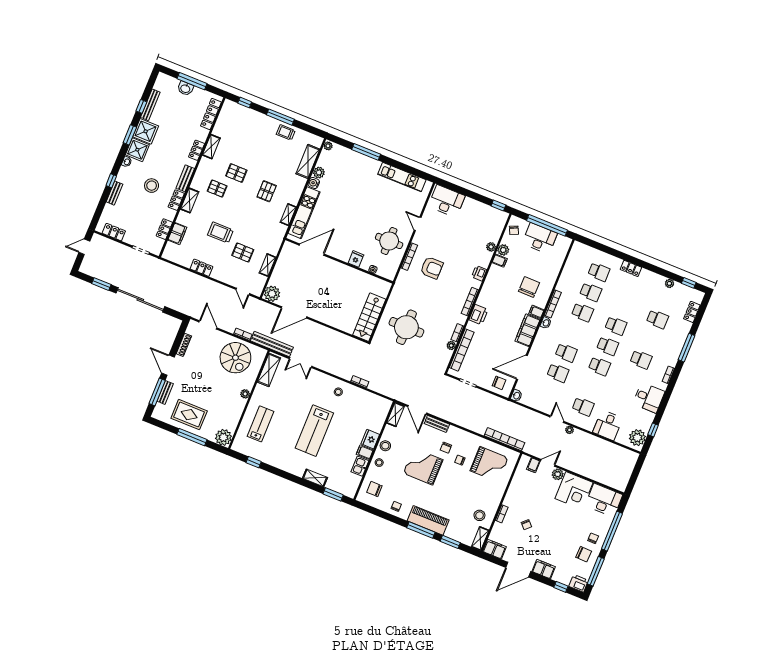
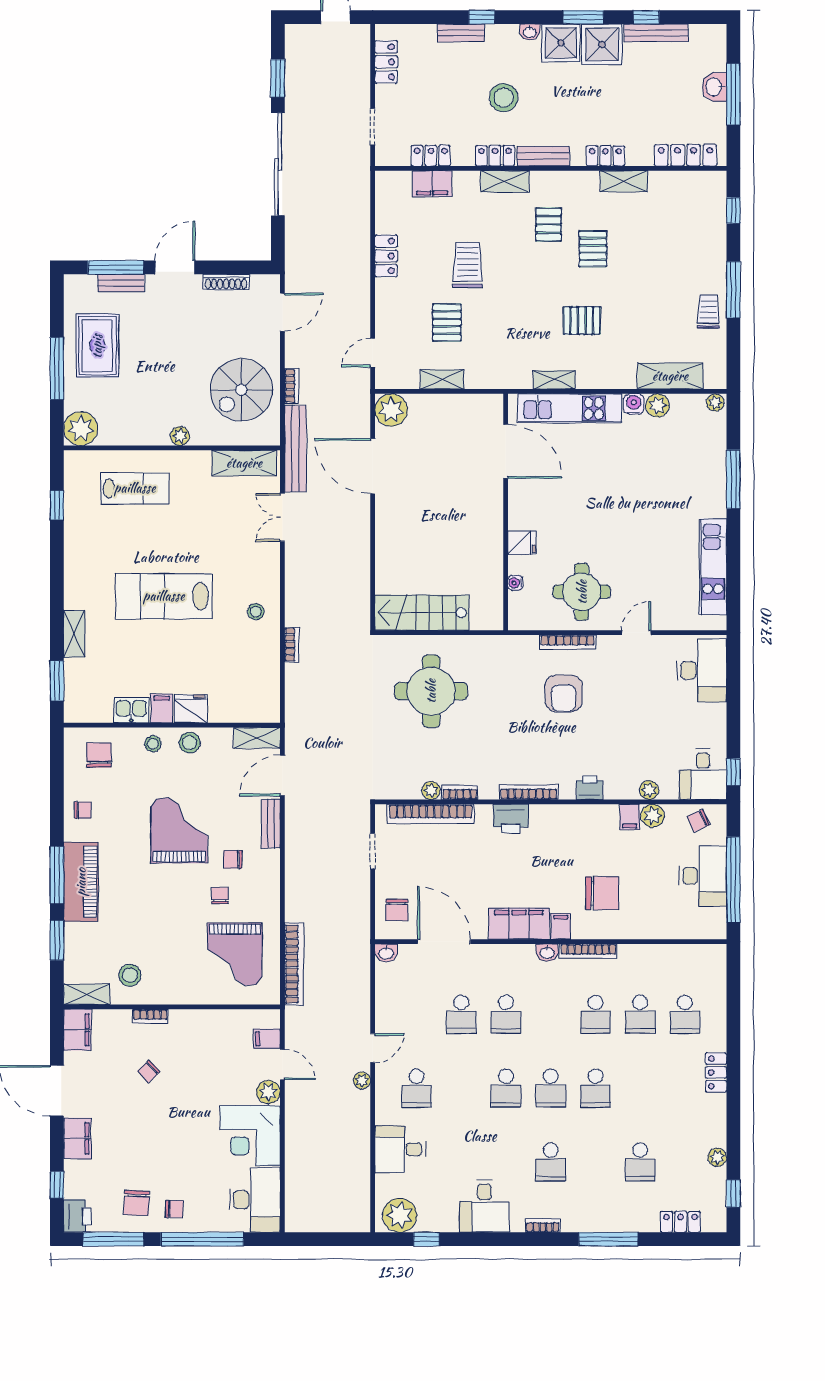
desk: (494, 220) -> (703, 774), added

